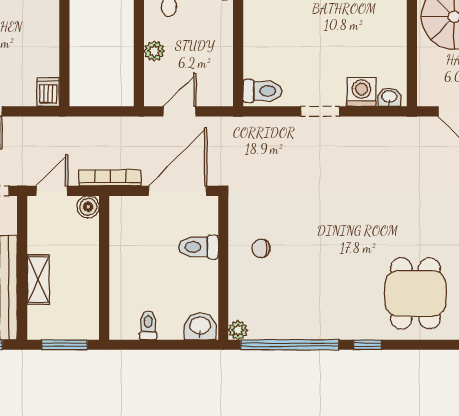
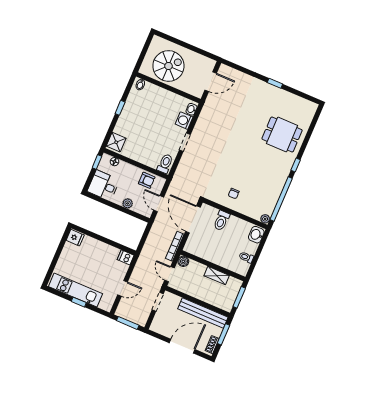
armchair: (215, 69) -> (147, 180), added
shelving: (38, 280) -> (217, 276), moved

